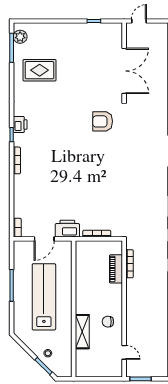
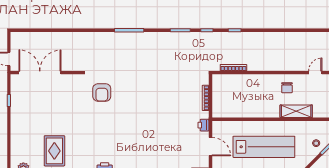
double door: (124, 71) -> (40, 73), moved
printer: (67, 229) -> (203, 125), width x0.53, depth x0.68
piano: (116, 269) -> (238, 80), removed
lab bench: (44, 297) -> (264, 147), turned 180

